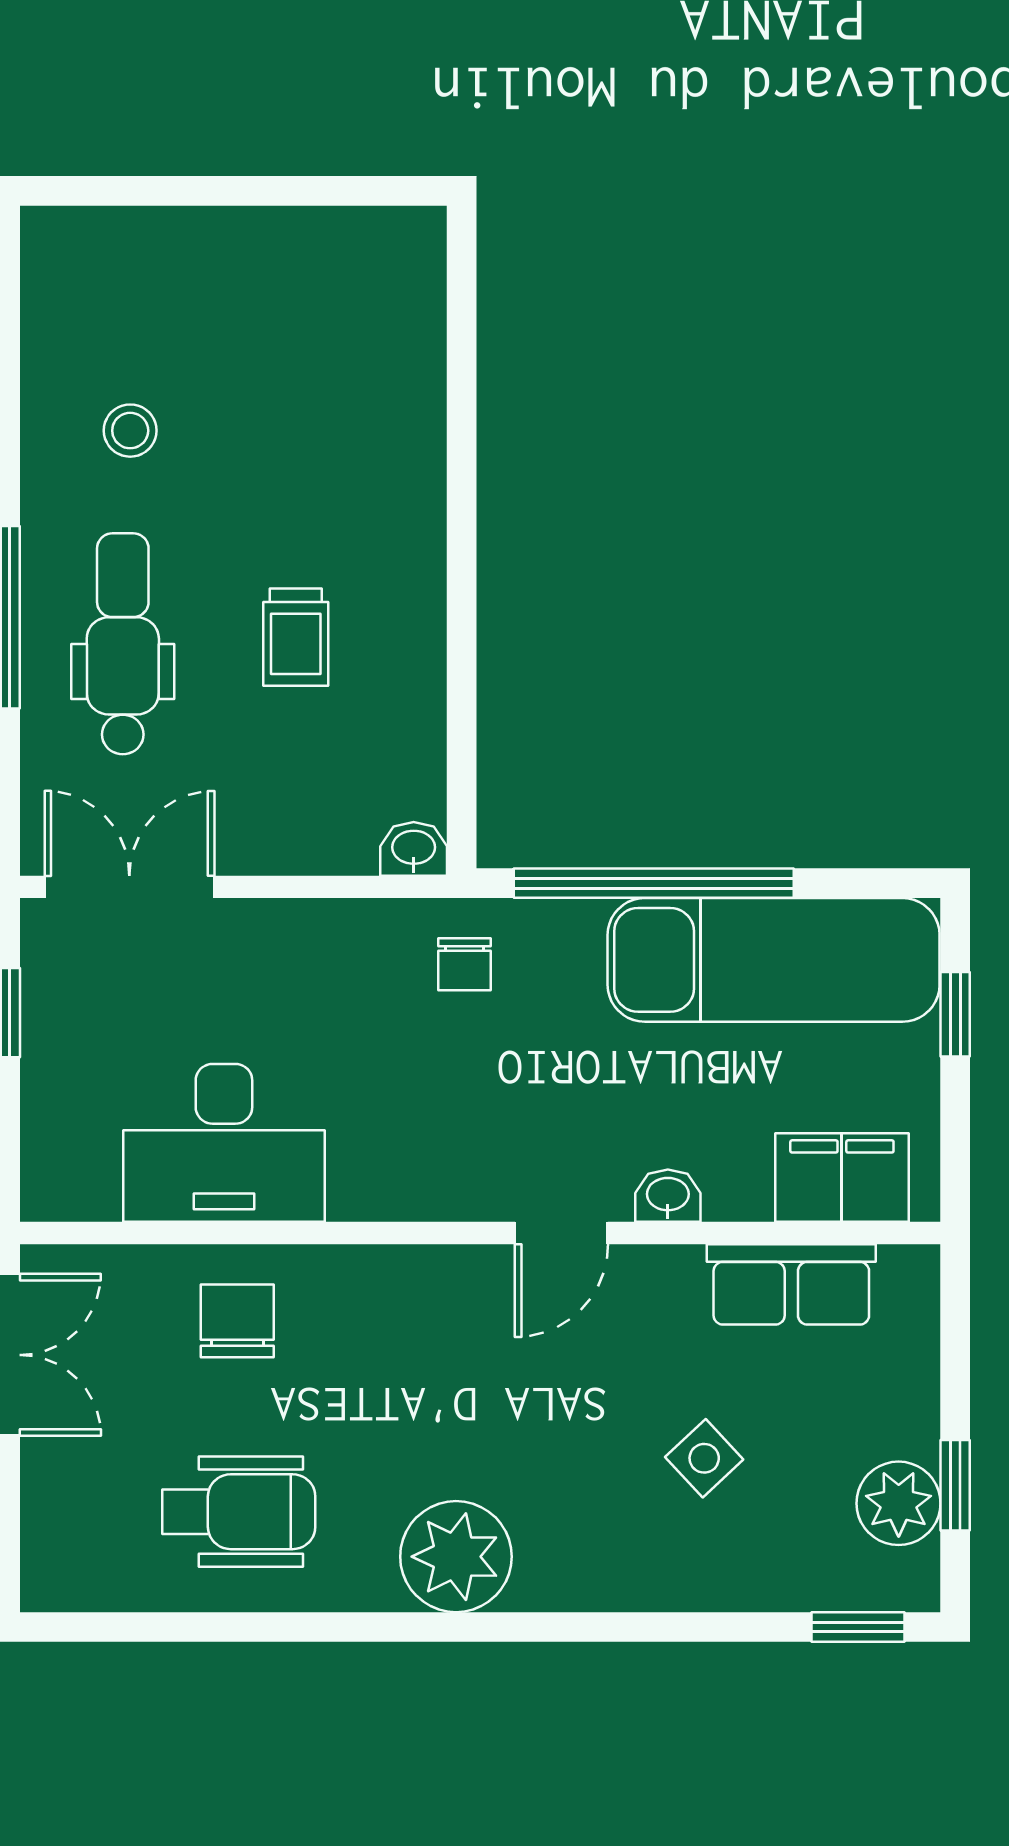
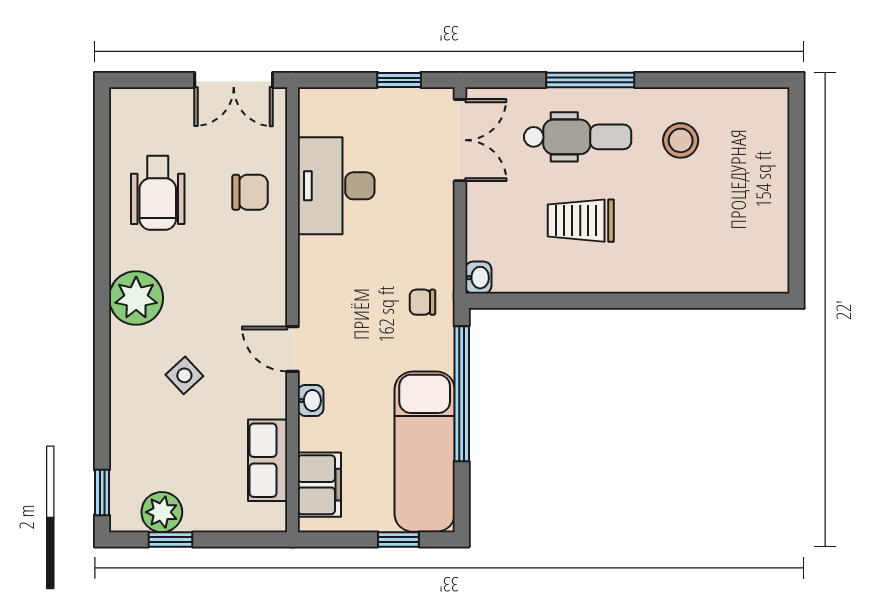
stool: (130, 431) -> (681, 140), width x1.37, depth x1.37
trolley: (296, 637) -> (581, 221), width x1.36, depth x1.39
side table: (704, 1458) -> (184, 375), moved

